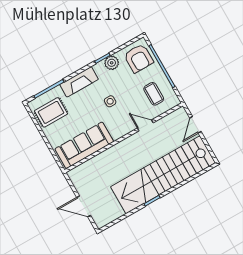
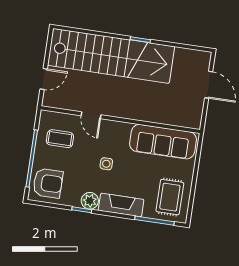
armchair: (139, 58) -> (48, 183), turned 90
plant: (112, 63) -> (90, 201), moved
coffee table: (154, 94) -> (60, 139), turned 90
rug: (51, 112) -> (170, 197), turned 90

